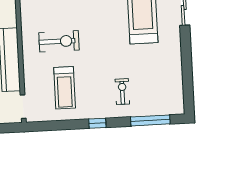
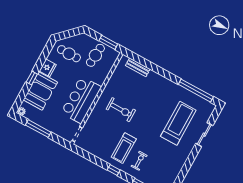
treadmill: (65, 88) -> (124, 148), moved

